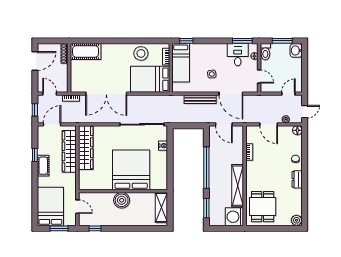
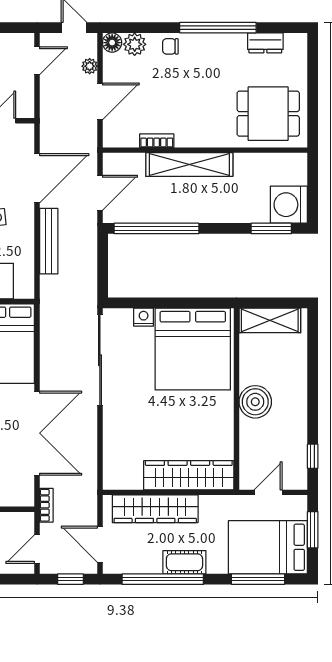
door: (288, 94) -> (37, 61), swing flipped
wardrobe: (86, 148) -> (189, 475), moved
window: (35, 155) -> (163, 579), width x3.17
window: (206, 168) -> (156, 228), moved
bed: (131, 170) -> (193, 349), moved, turned -90
dresser: (297, 179) -> (265, 43), moved
window: (305, 182) -> (218, 28), added
shelving: (238, 186) -> (189, 165), moved
window: (35, 202) -> (258, 579), added
washing machine: (234, 217) -> (289, 205), moved, turned 90
plant: (296, 220) -> (135, 44), moved

